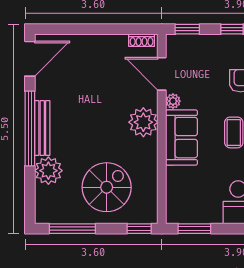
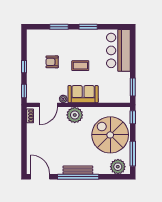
plant: (48, 171) -> (118, 167), moved
spiral stairs: (107, 187) -> (110, 135), width x1.37, depth x1.37

